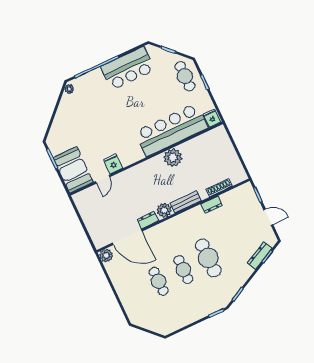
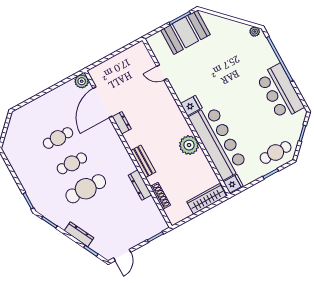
wardrobe: (225, 144) -> (207, 199), added
fridge: (113, 164) -> (191, 106), moved
booth: (73, 170) -> (185, 32), moved
dresser: (212, 205) -> (140, 185), width x1.44
plant: (164, 210) -> (133, 139), removed
door: (268, 217) -> (122, 255), moved
dresser: (260, 256) -> (79, 234), moved

